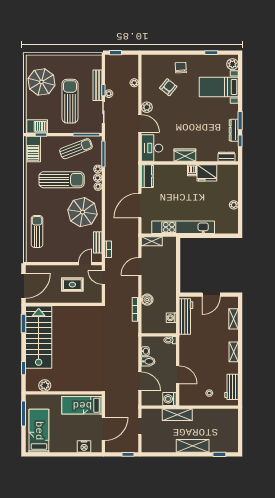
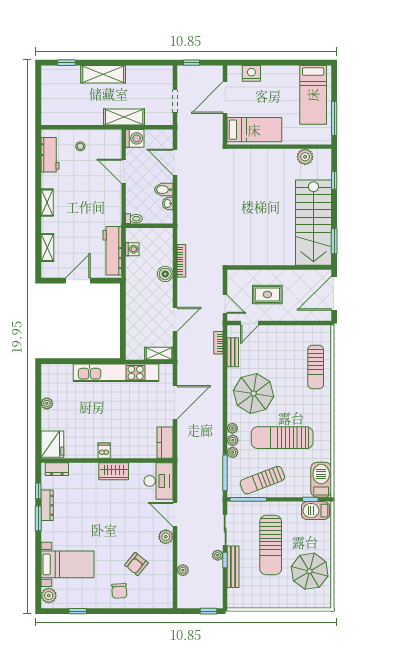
fridge: (207, 173) -> (52, 444), moved, turned 90

